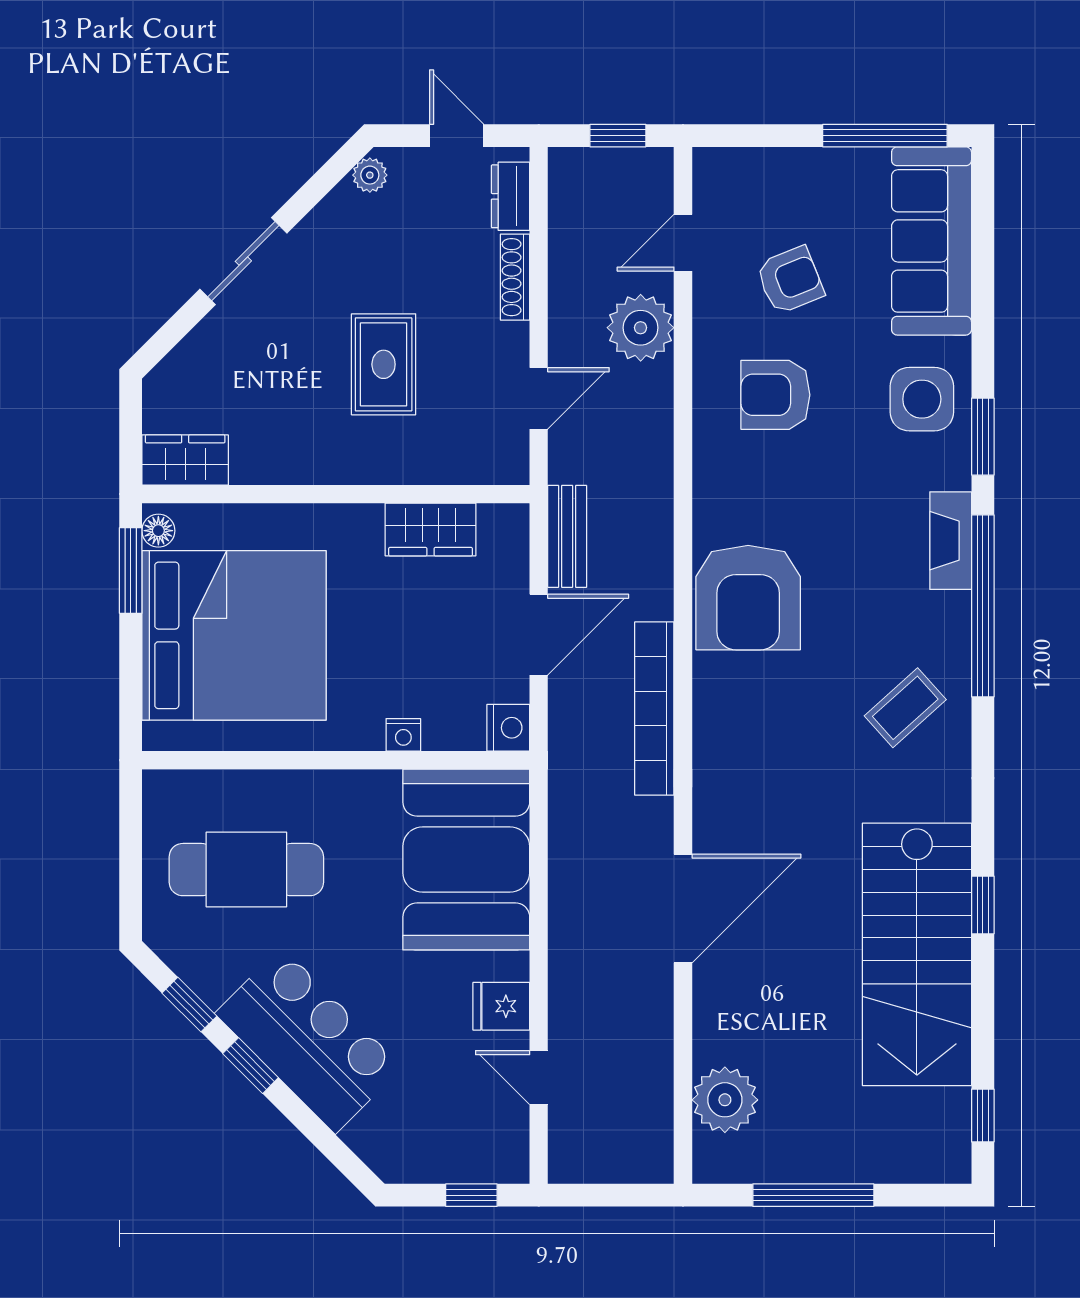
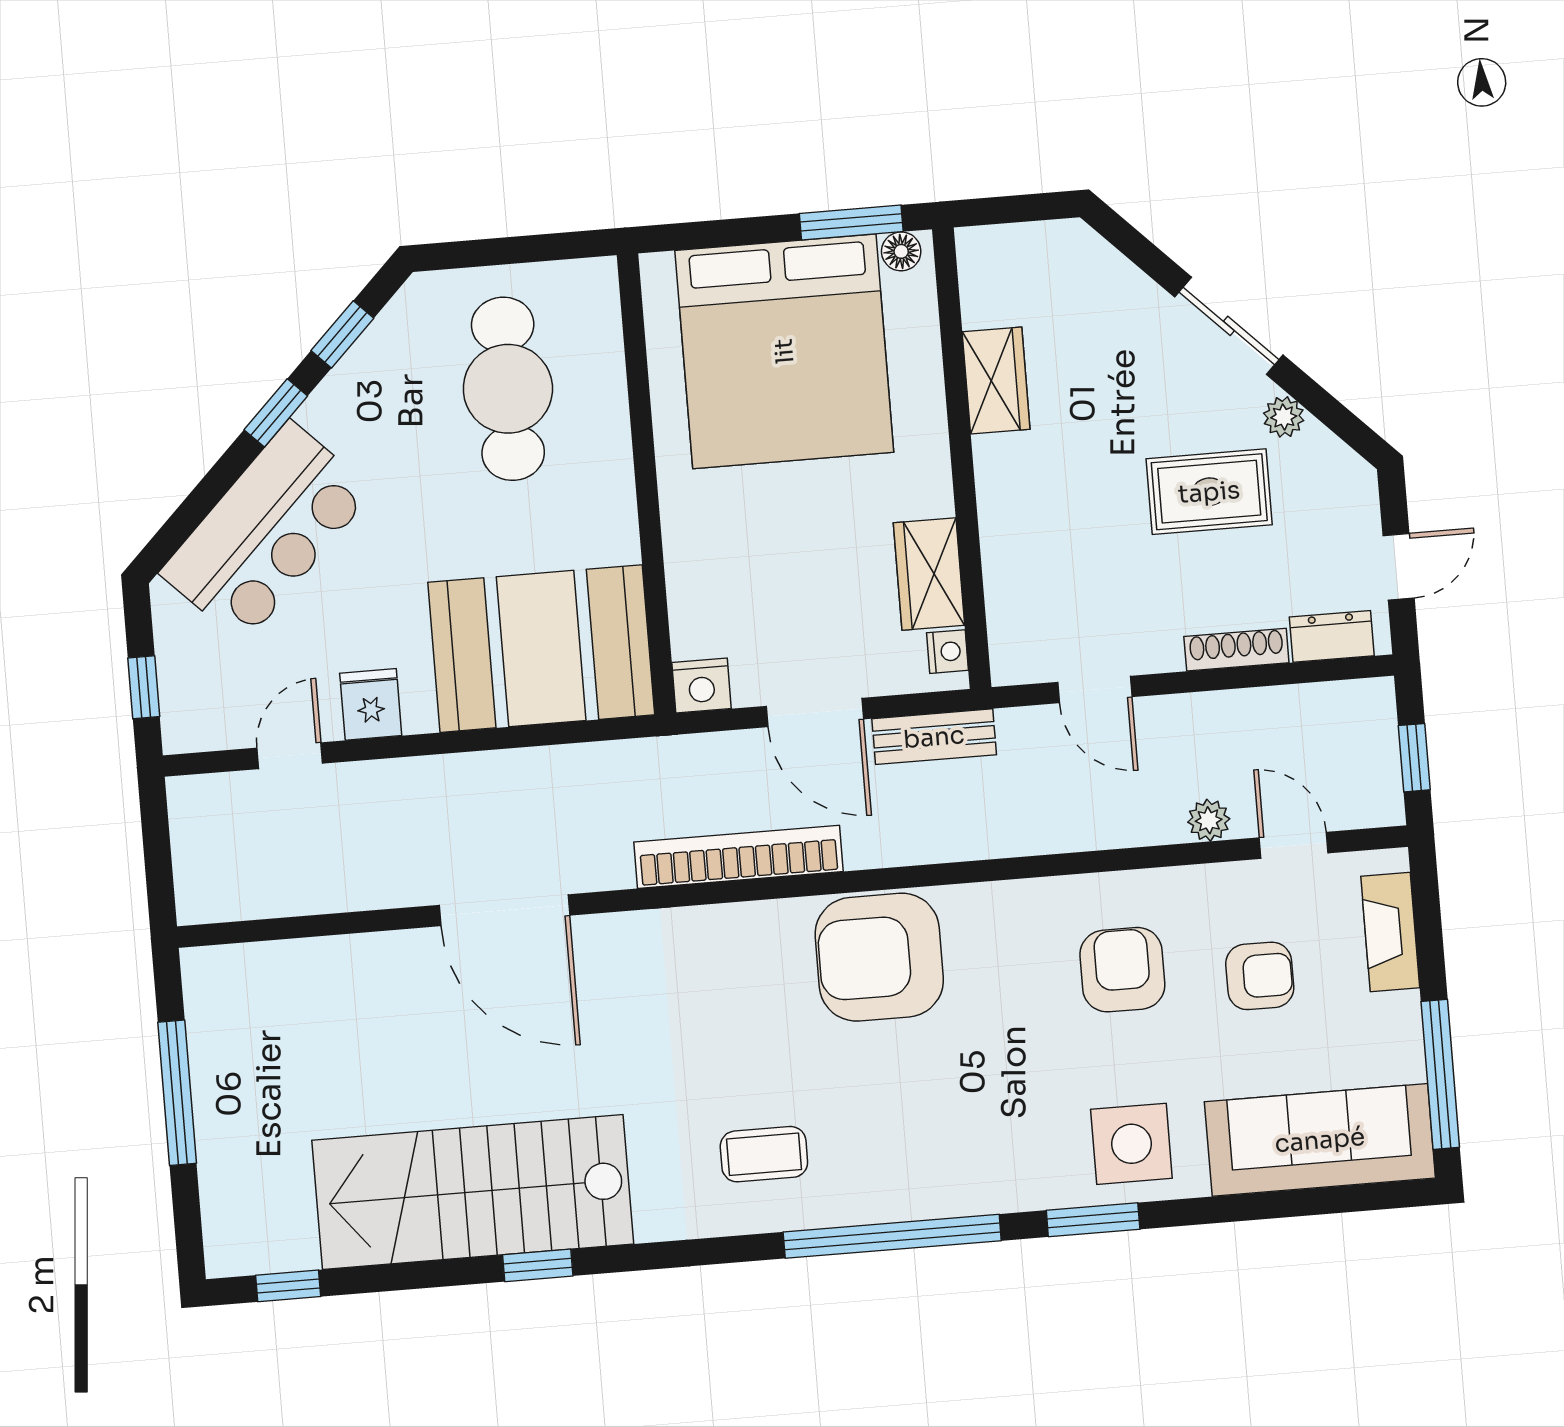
plant: (370, 175) -> (1284, 417), moved
armchair: (790, 280) -> (1260, 976), turned -68
plant: (641, 328) -> (1209, 820), width x0.53, depth x0.53
rug: (384, 364) -> (1209, 492), moved
wardrobe: (185, 460) -> (996, 380), moved
fireplace: (951, 541) -> (1390, 932), moved, turned -90
coffee table: (905, 708) -> (764, 1154), turned -48
nightstand: (403, 735) -> (947, 652), moved, turned 180
bar counter: (308, 1040) -> (267, 532), moved
plant: (725, 1100) -> (282, 979), removed

